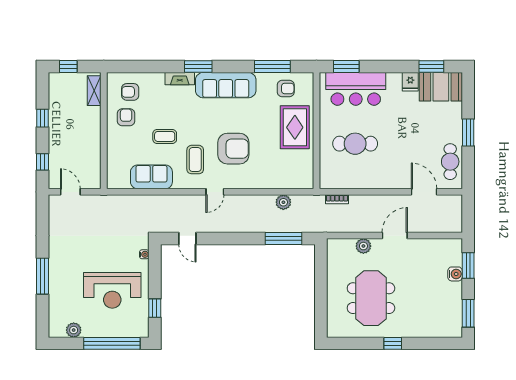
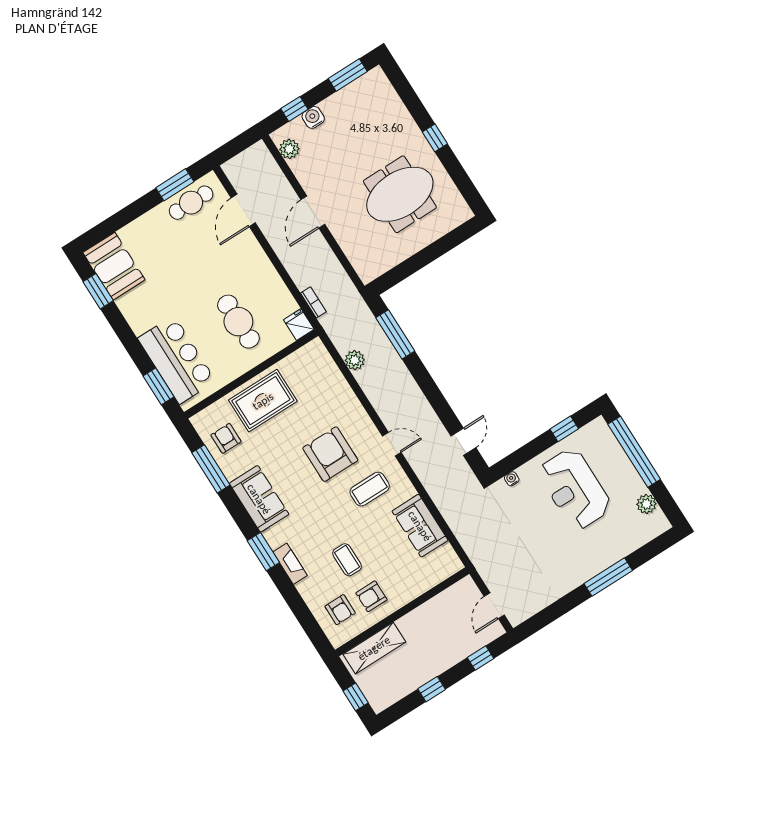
fridge: (410, 82) -> (299, 324), moved, turned -90
sofa: (226, 85) -> (259, 499), width x0.73
shelving: (94, 91) -> (374, 648), width x1.50, depth x1.33
window: (468, 133) -> (175, 185), moved
coffee table: (165, 136) -> (347, 560), moved
door: (395, 236) -> (313, 212), hinge flipped
plant: (363, 246) -> (289, 149), moved
window: (468, 265) -> (294, 109), width x0.67
reception desk: (112, 290) -> (575, 489), turned 180

